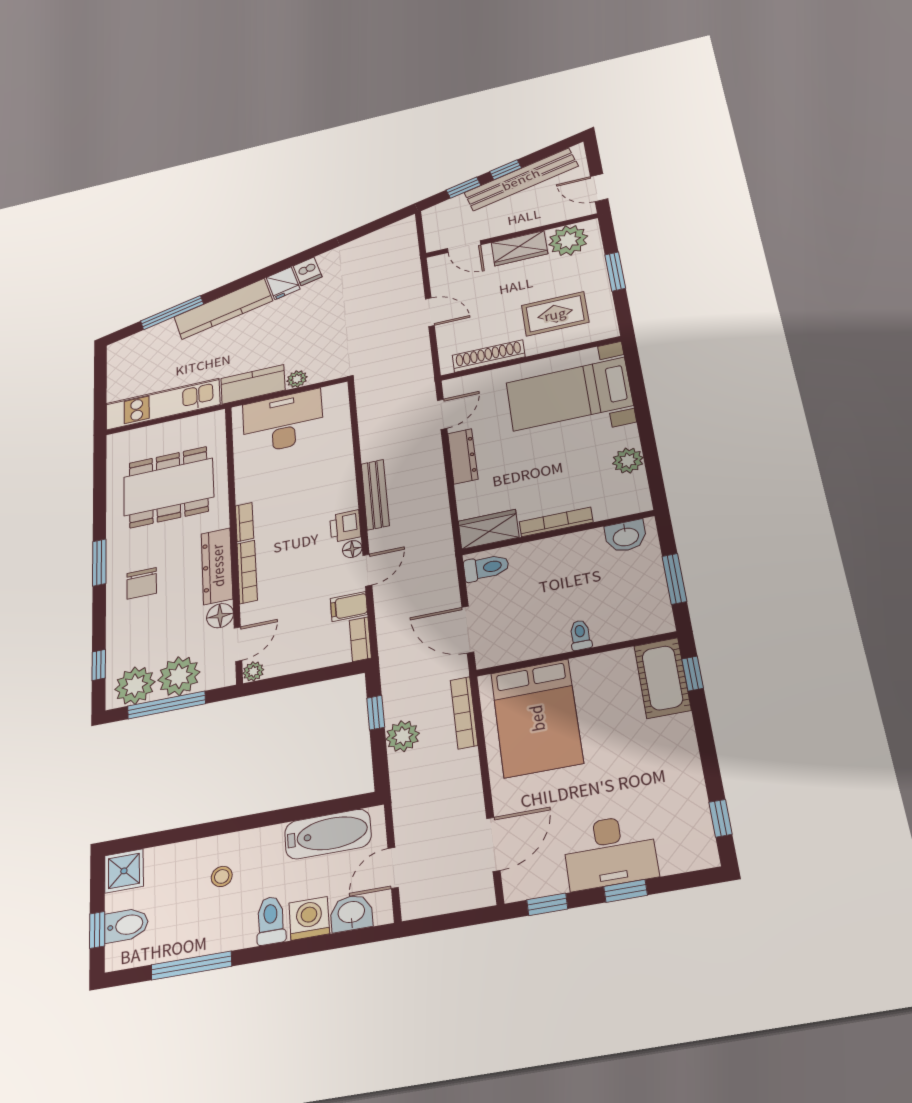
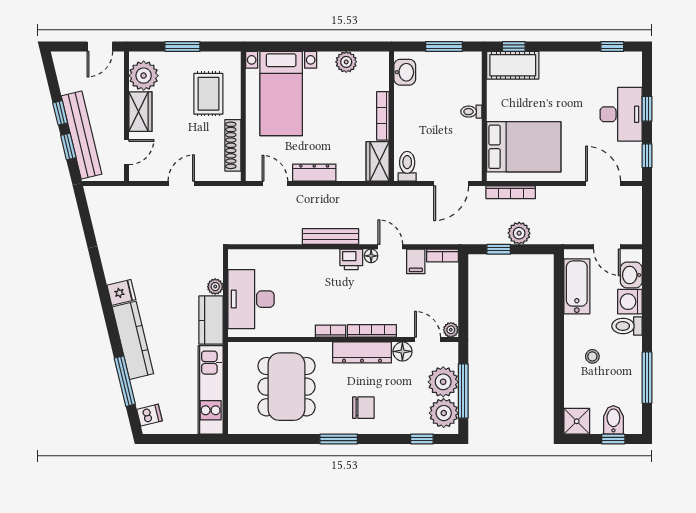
bench: (521, 179) -> (82, 135), moved
dishwasher: (308, 271) -> (149, 415), moved

